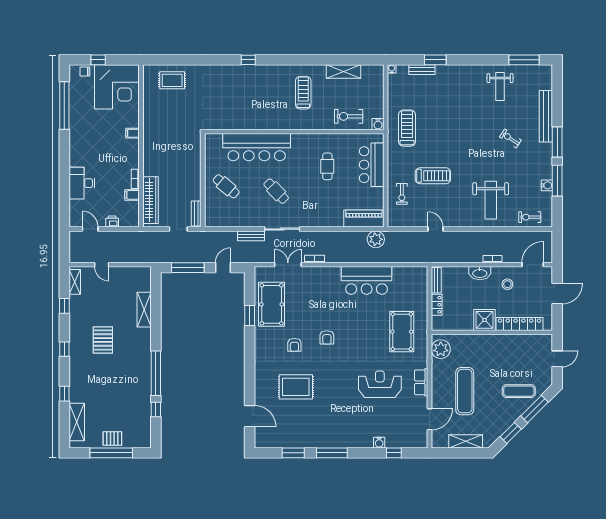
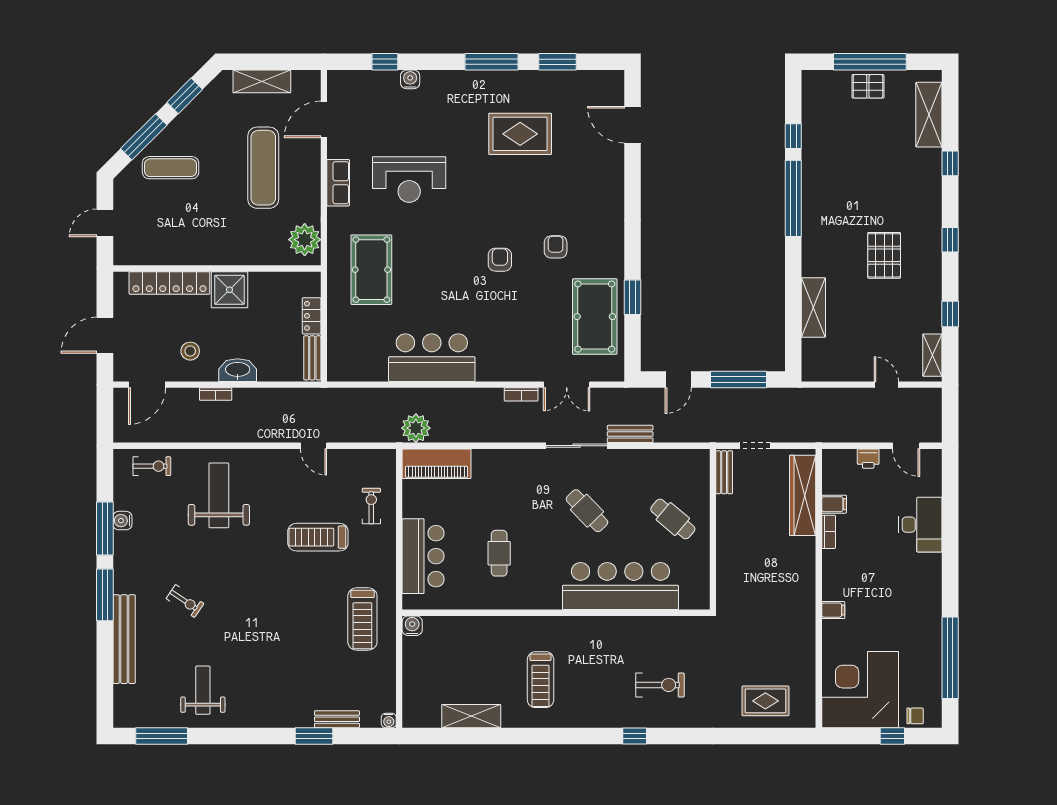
exercise bike: (349, 116) -> (660, 685), moved
rug: (296, 387) -> (520, 134), moved

